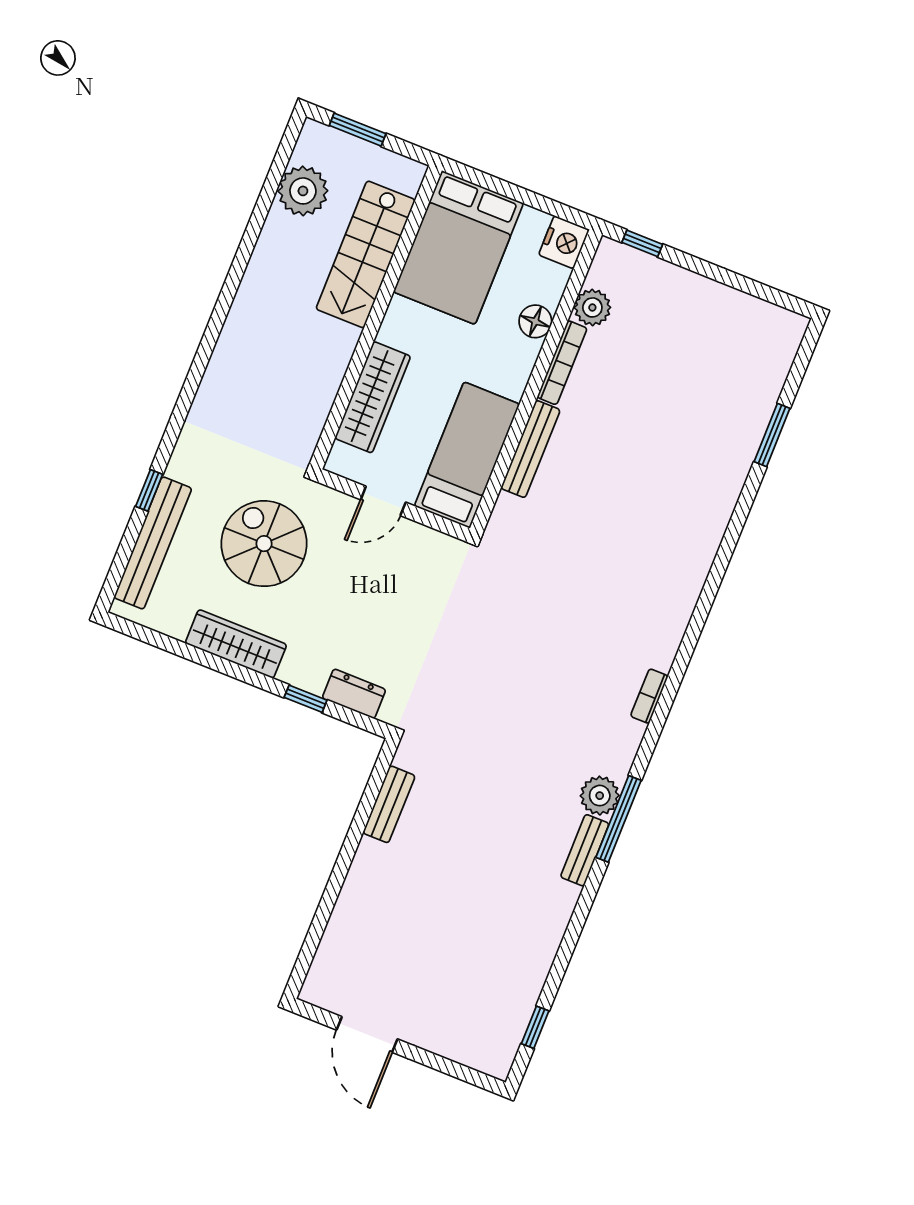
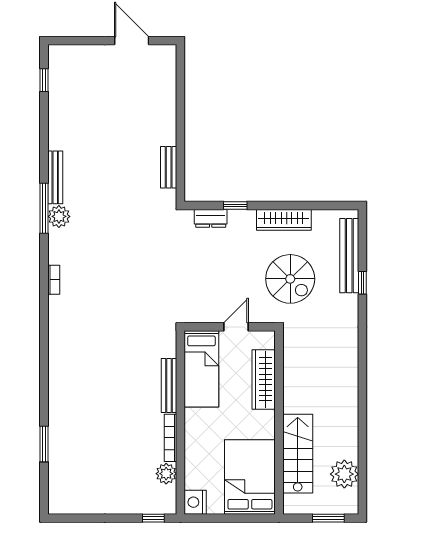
floor lamp: (535, 321) -> (194, 454), removed
bench: (585, 850) -> (55, 177), width x1.36

